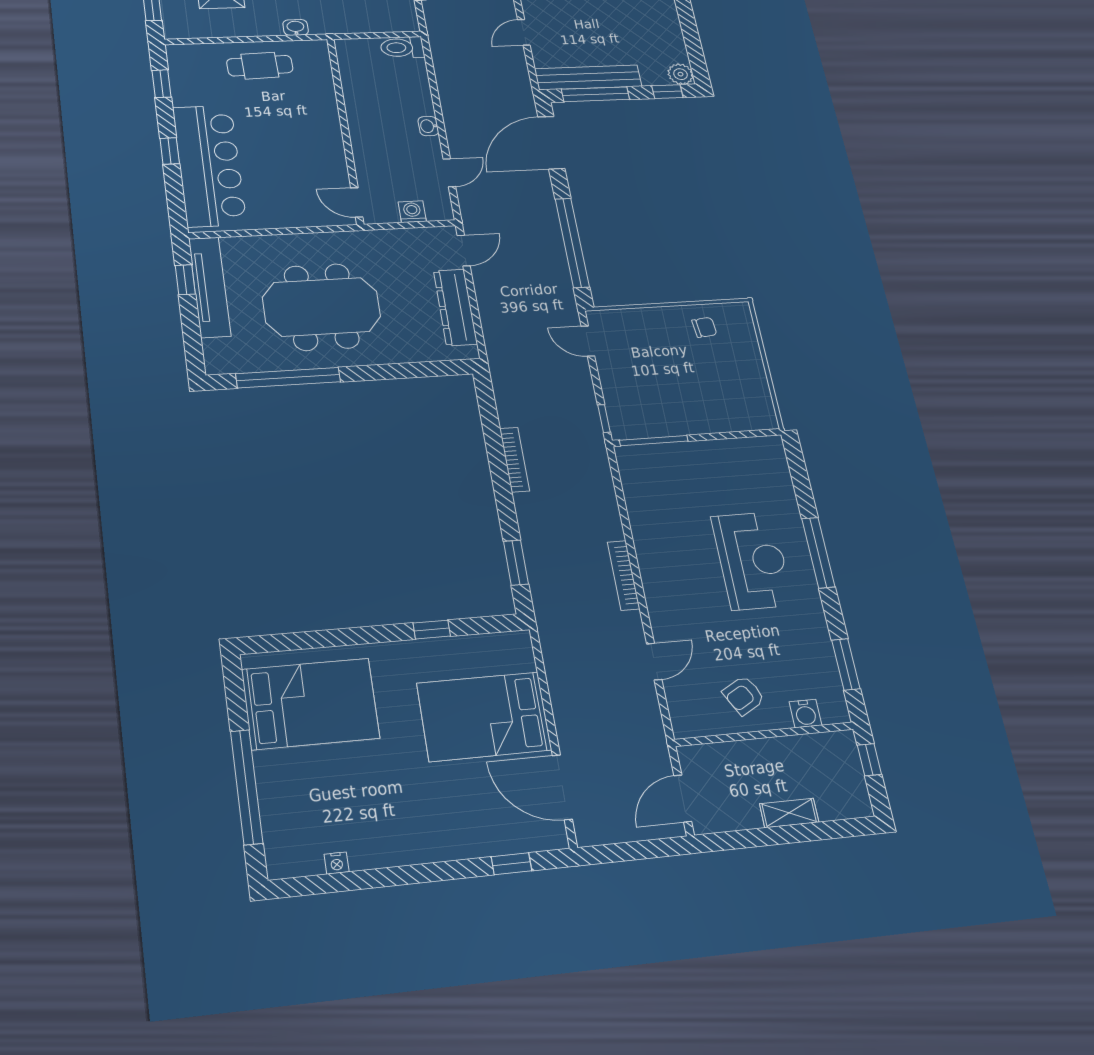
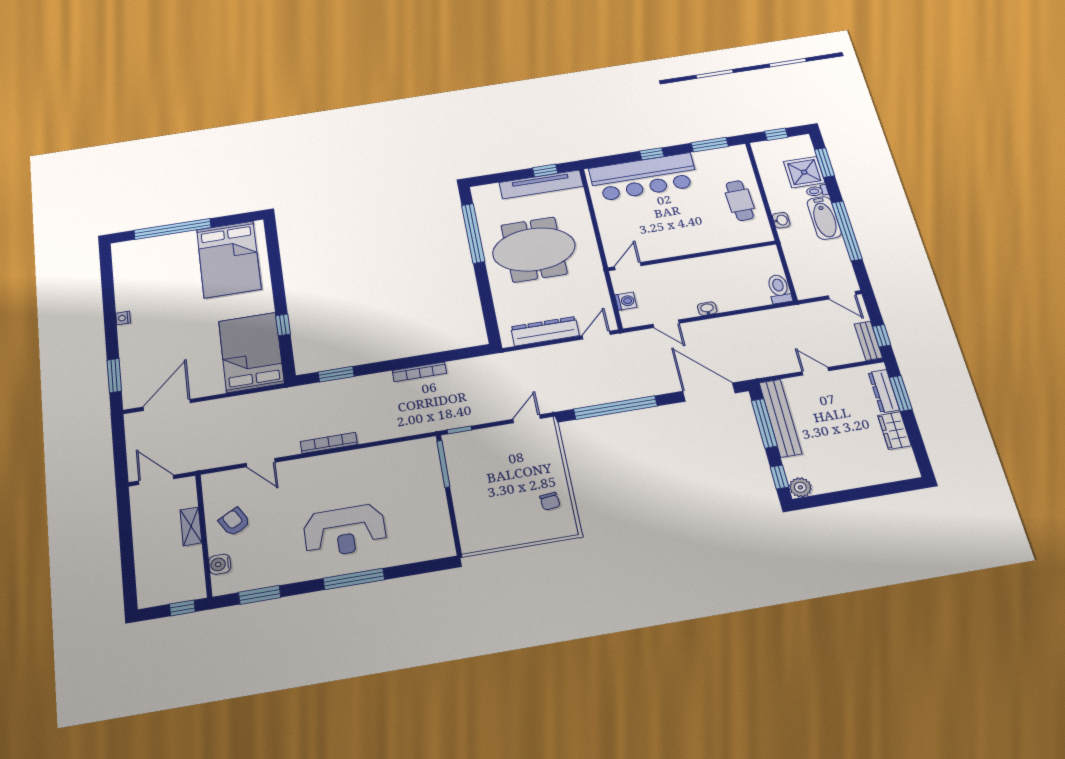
window: (162, 84) -> (710, 145), width x1.50
door: (464, 251) -> (596, 335), swing flipped
meeting table: (322, 307) -> (534, 249), turned 90
bed: (484, 717) -> (251, 352), moved
shelving: (789, 813) -> (191, 526), moved
nightstand: (337, 863) -> (123, 318), moved
window: (511, 864) -> (114, 376), width x1.50

